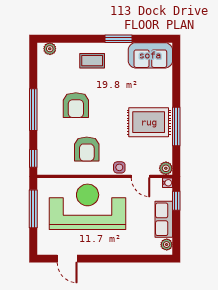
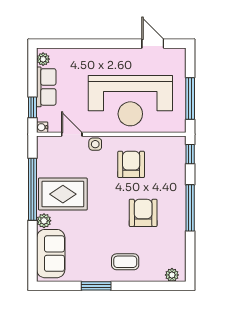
sofa: (150, 55) -> (51, 254), moved, turned 90
window: (176, 127) -> (32, 189), width x1.46
plant: (166, 168) -> (44, 221), moved

